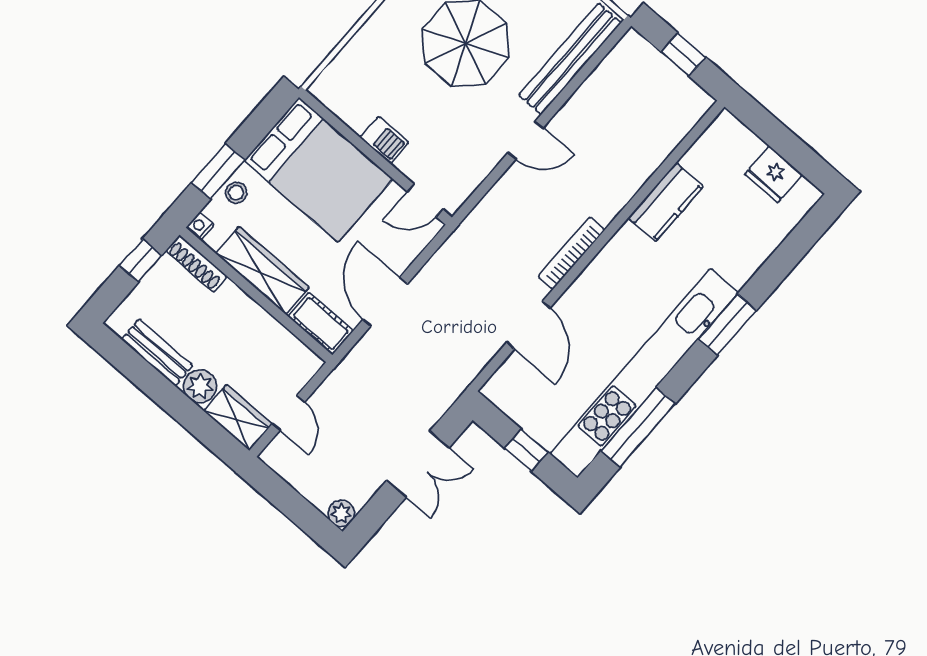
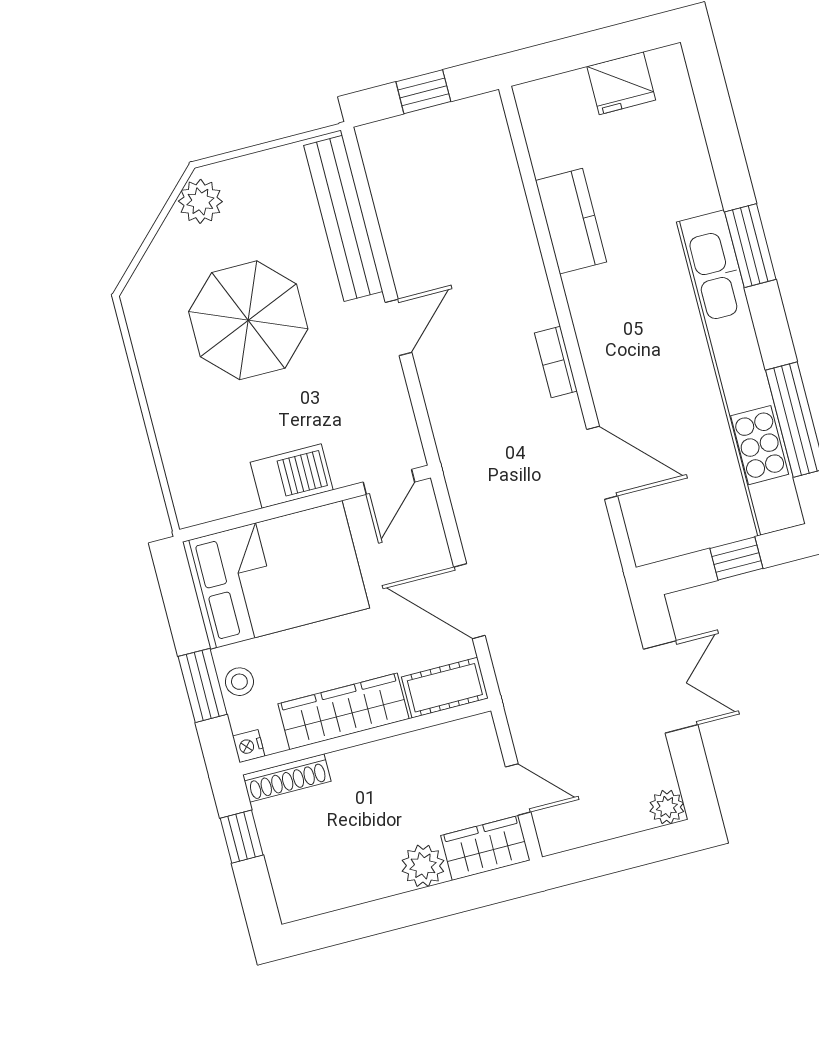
barbecue: (384, 140) -> (292, 476), width x1.38, depth x1.27
bookcase: (571, 253) -> (556, 362), width x0.64
bench: (157, 352) -> (354, 887), removed

